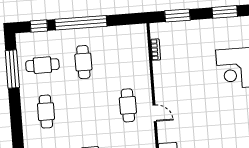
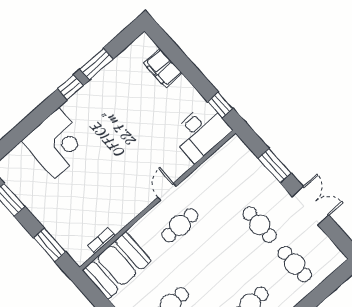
booth: (133, 47) -> (117, 265), added

